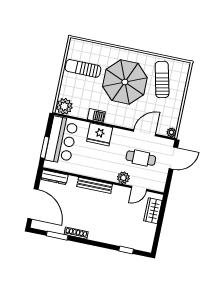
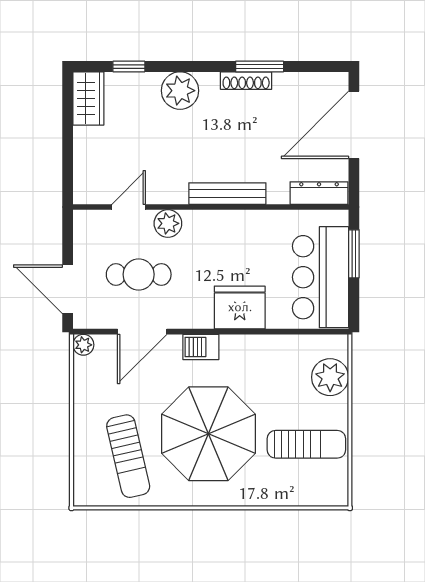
plant: (64, 106) -> (330, 377), moved
barbecue: (96, 116) -> (201, 347), moved
door: (173, 158) -> (68, 289), hinge flipped
door: (33, 204) -> (354, 125), hinge flipped
wardrobe: (153, 211) -> (88, 99), moved
plant: (106, 235) -> (180, 91), added
window: (57, 236) -> (260, 67), moved

